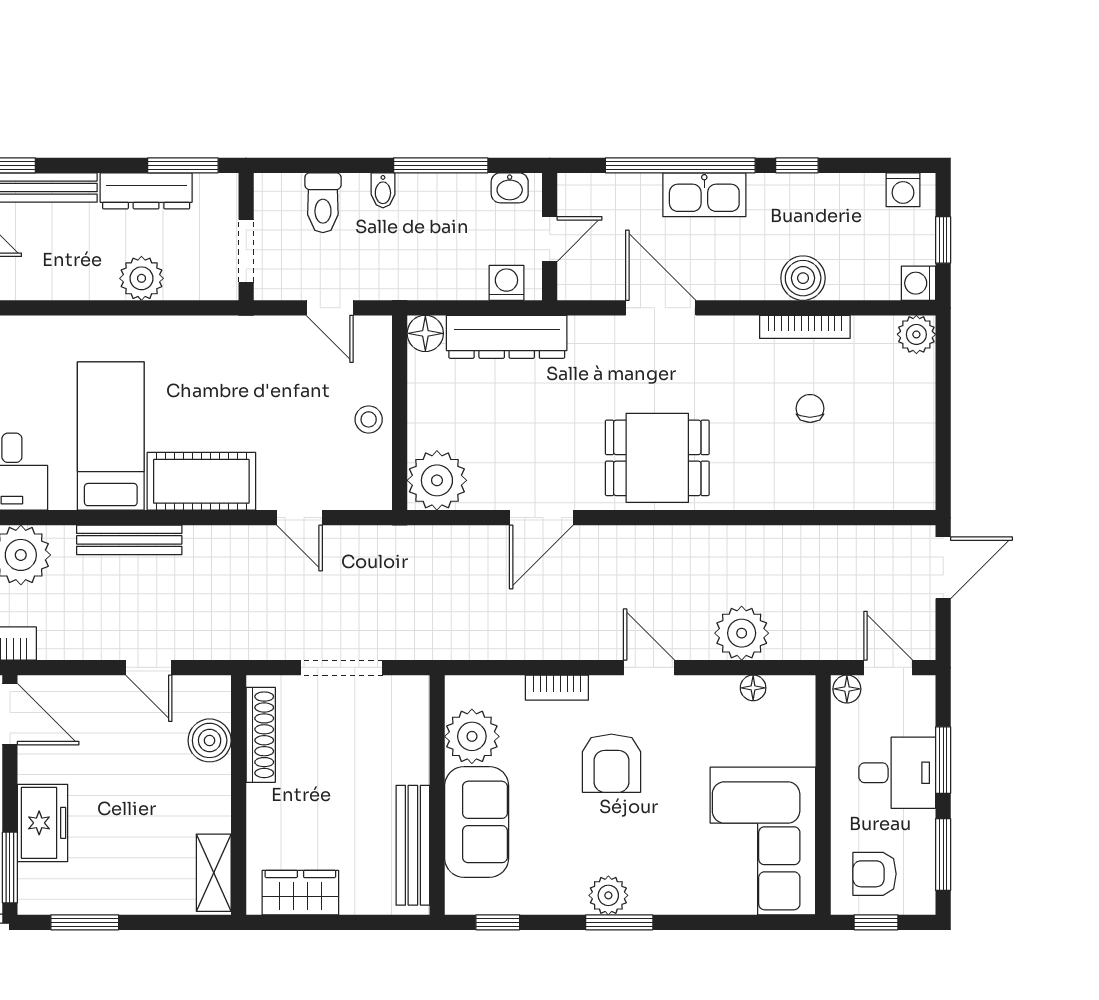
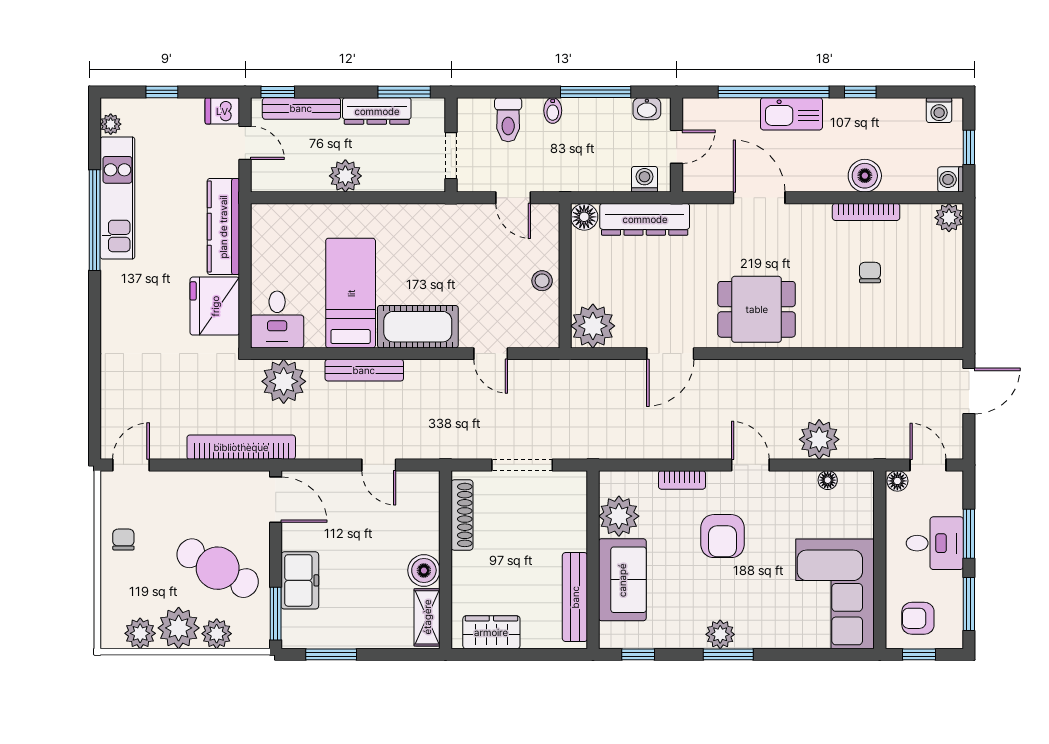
plant: (141, 278) -> (345, 176), moved
boiler: (210, 740) -> (424, 570), moved

